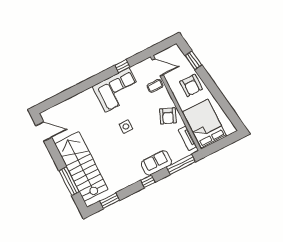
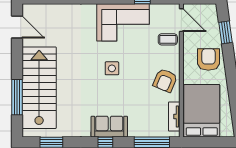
armchair: (191, 85) -> (208, 59), turned 180
sofa: (156, 163) -> (109, 127), moved

